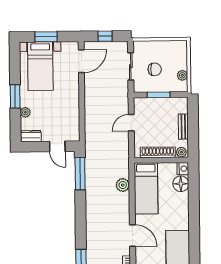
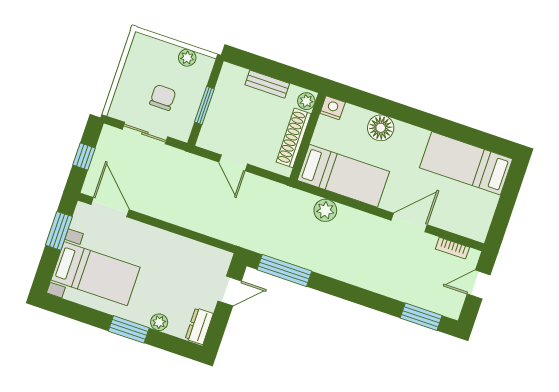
window: (46, 37) -> (59, 231), moved
floor lamp: (181, 184) -> (381, 128), moved

